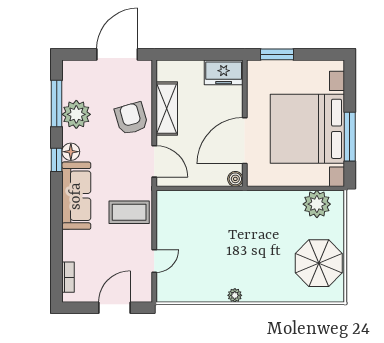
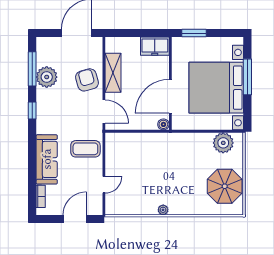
window: (350, 137) -> (247, 77), moved
floor lamp: (71, 152) -> (43, 104), removed
sofa: (76, 196) -> (47, 159), moved

